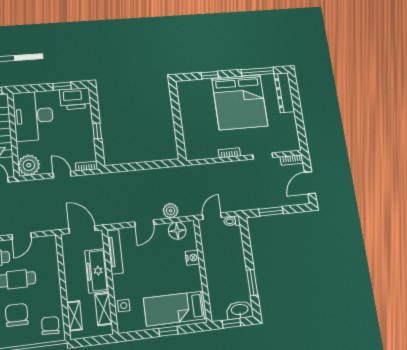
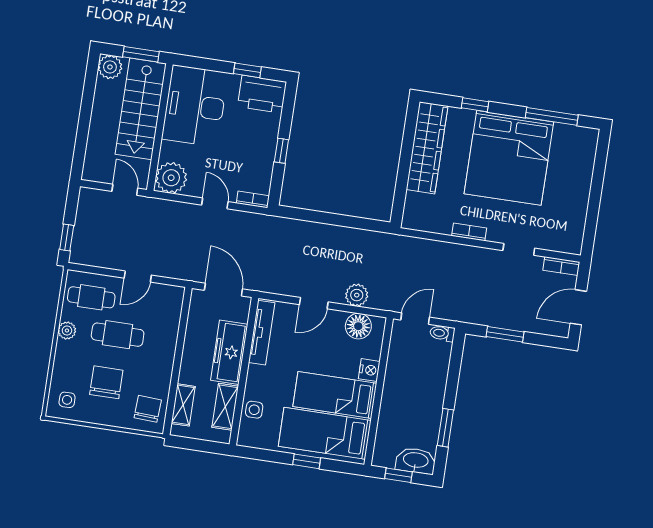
dresser: (284, 93) -> (584, 159), removed
wardrobe: (188, 108) -> (427, 148), added
bed: (175, 281) -> (335, 395), added

